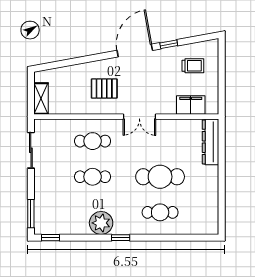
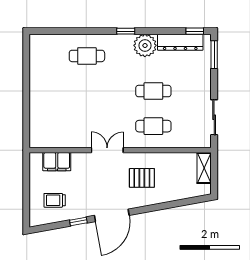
dresser: (210, 142) -> (180, 42), moved, turned 90
cafe table: (160, 177) -> (87, 91), removed

